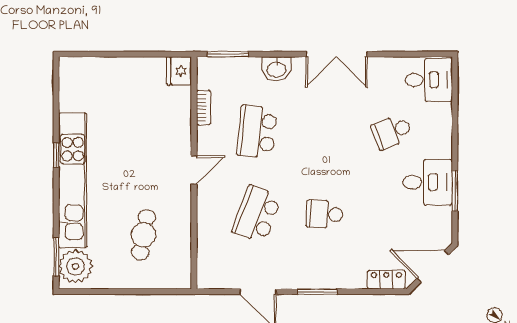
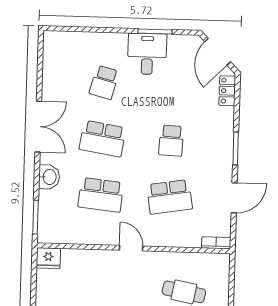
desk: (429, 80) -> (62, 50), removed
bookcase: (203, 108) -> (216, 243), moved
school desk: (324, 132) -> (102, 139), added
school desk: (392, 132) -> (104, 82), turned 36
school desk: (257, 214) -> (170, 197), turned -30

